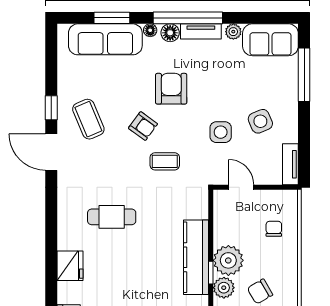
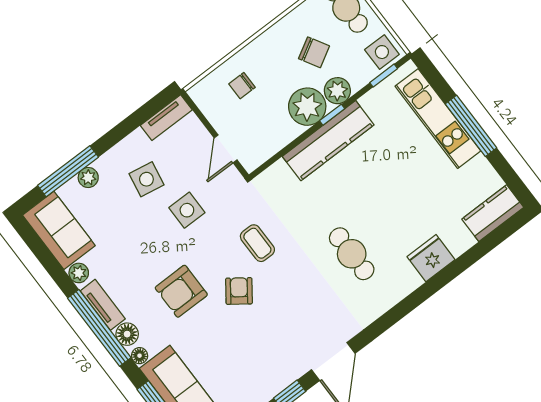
plant: (290, 85) -> (88, 177), added
coffee table: (88, 119) -> (273, 350), removed
side table: (260, 121) -> (146, 179), turned 33

